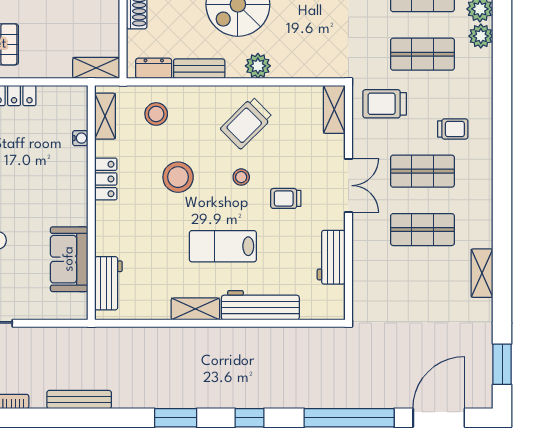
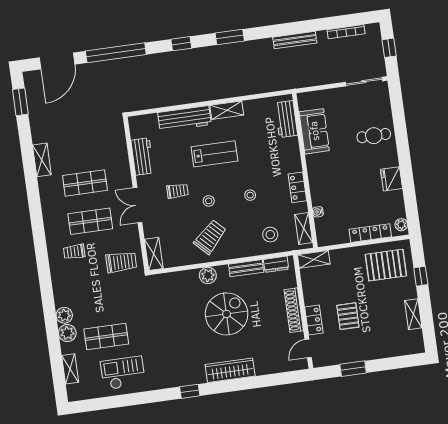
shop shelf: (422, 54) -> (101, 298), removed
stool: (178, 177) -> (250, 195), width x0.53, depth x0.53

